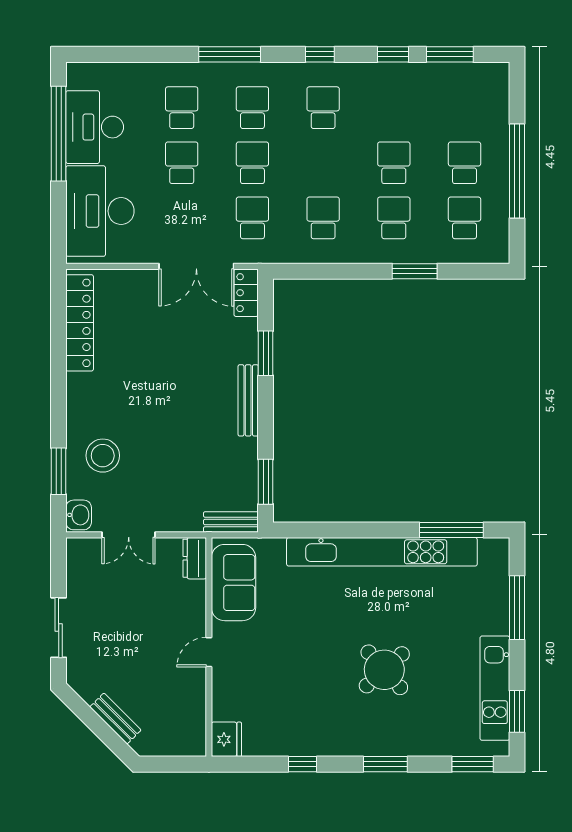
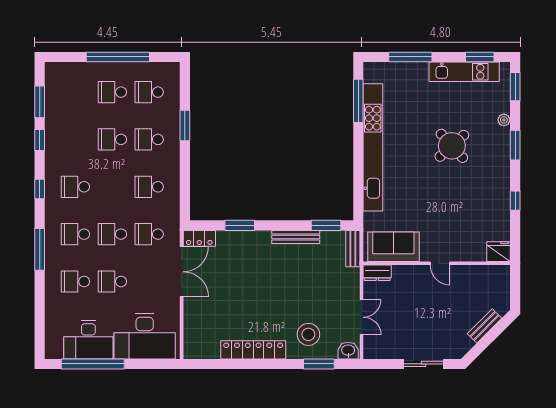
locker: (80, 323) -> (253, 350), moved
bench: (248, 400) -> (296, 237), moved
plant: (423, 747) -> (504, 120), added

